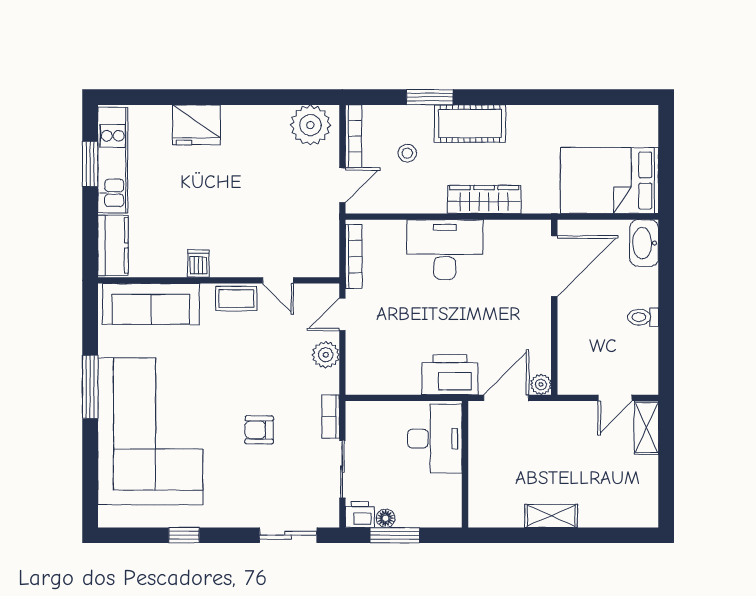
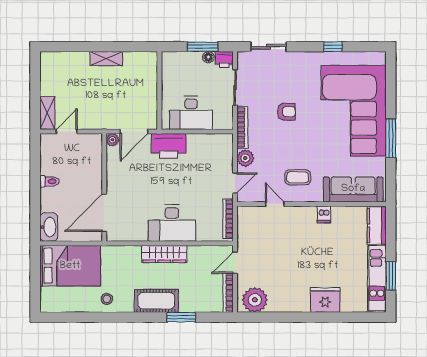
stool: (407, 153) -> (107, 299), moved
wardrobe: (484, 199) -> (164, 254), moved
coffee table: (236, 299) -> (298, 177), moved
bookcase: (331, 417) -> (242, 127), width x1.56
desk: (435, 439) -> (191, 113), moved, turned -90

